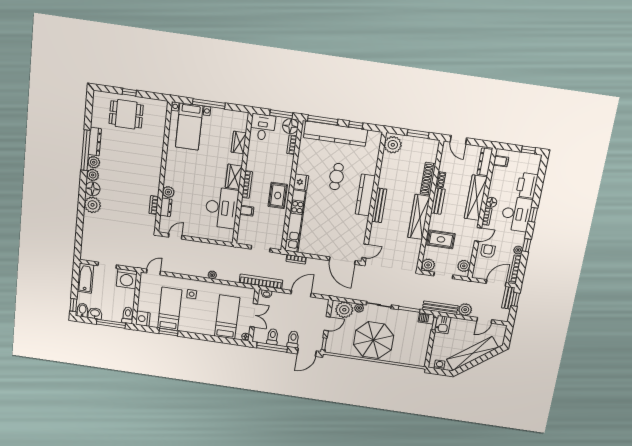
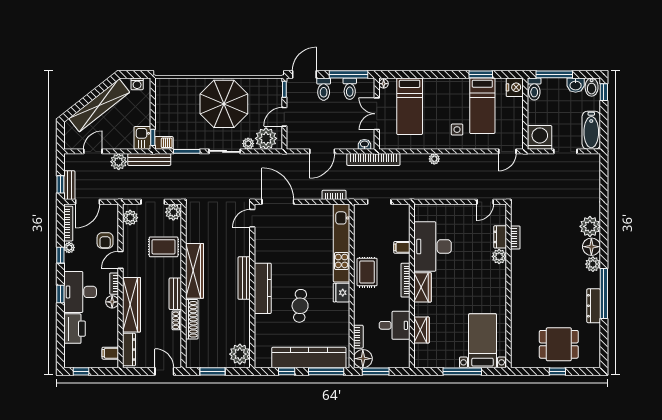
desk: (263, 127) -> (395, 325), moved, turned -90
plant: (94, 162) -> (593, 280), removed

